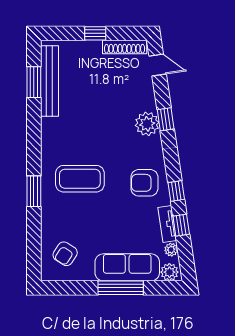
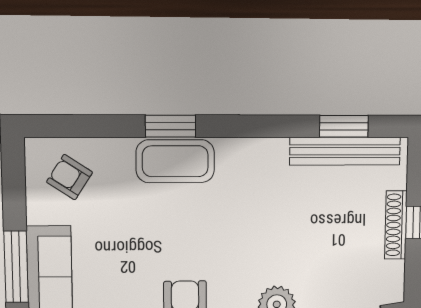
shoe rack: (125, 47) -> (396, 225), moved
coffee table: (80, 179) -> (175, 161), moved, turned 90

